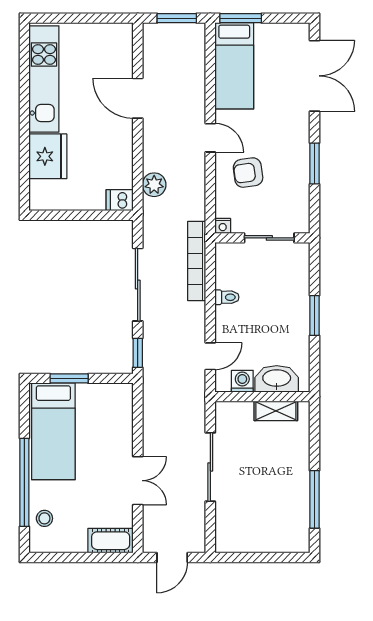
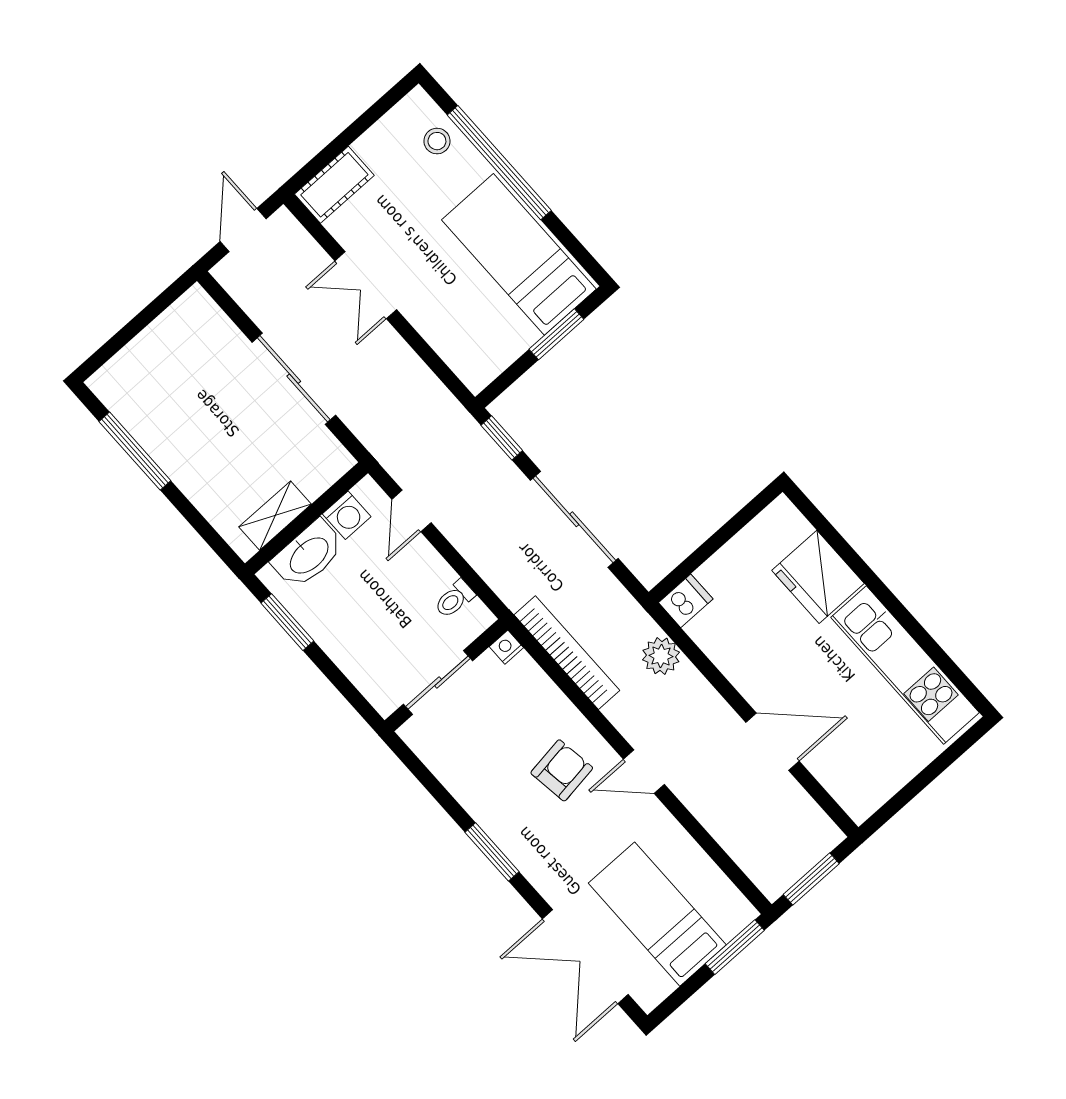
bed: (234, 66) -> (657, 914), moved
nightstand: (223, 226) -> (506, 647), moved
wall: (262, 238) -> (446, 675), moved
sliding door: (269, 238) -> (438, 682), moved
bookcase: (197, 261) -> (567, 653), moved
window: (315, 316) -> (287, 622), moved

